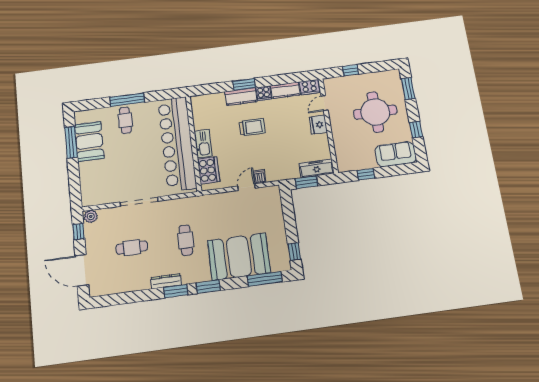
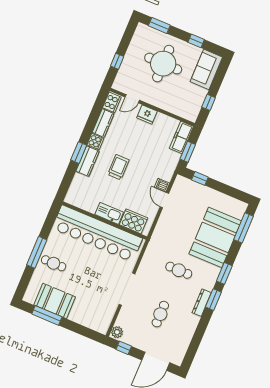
door: (325, 103) -> (132, 99), hinge flipped
window: (294, 252) -> (200, 178), moved

